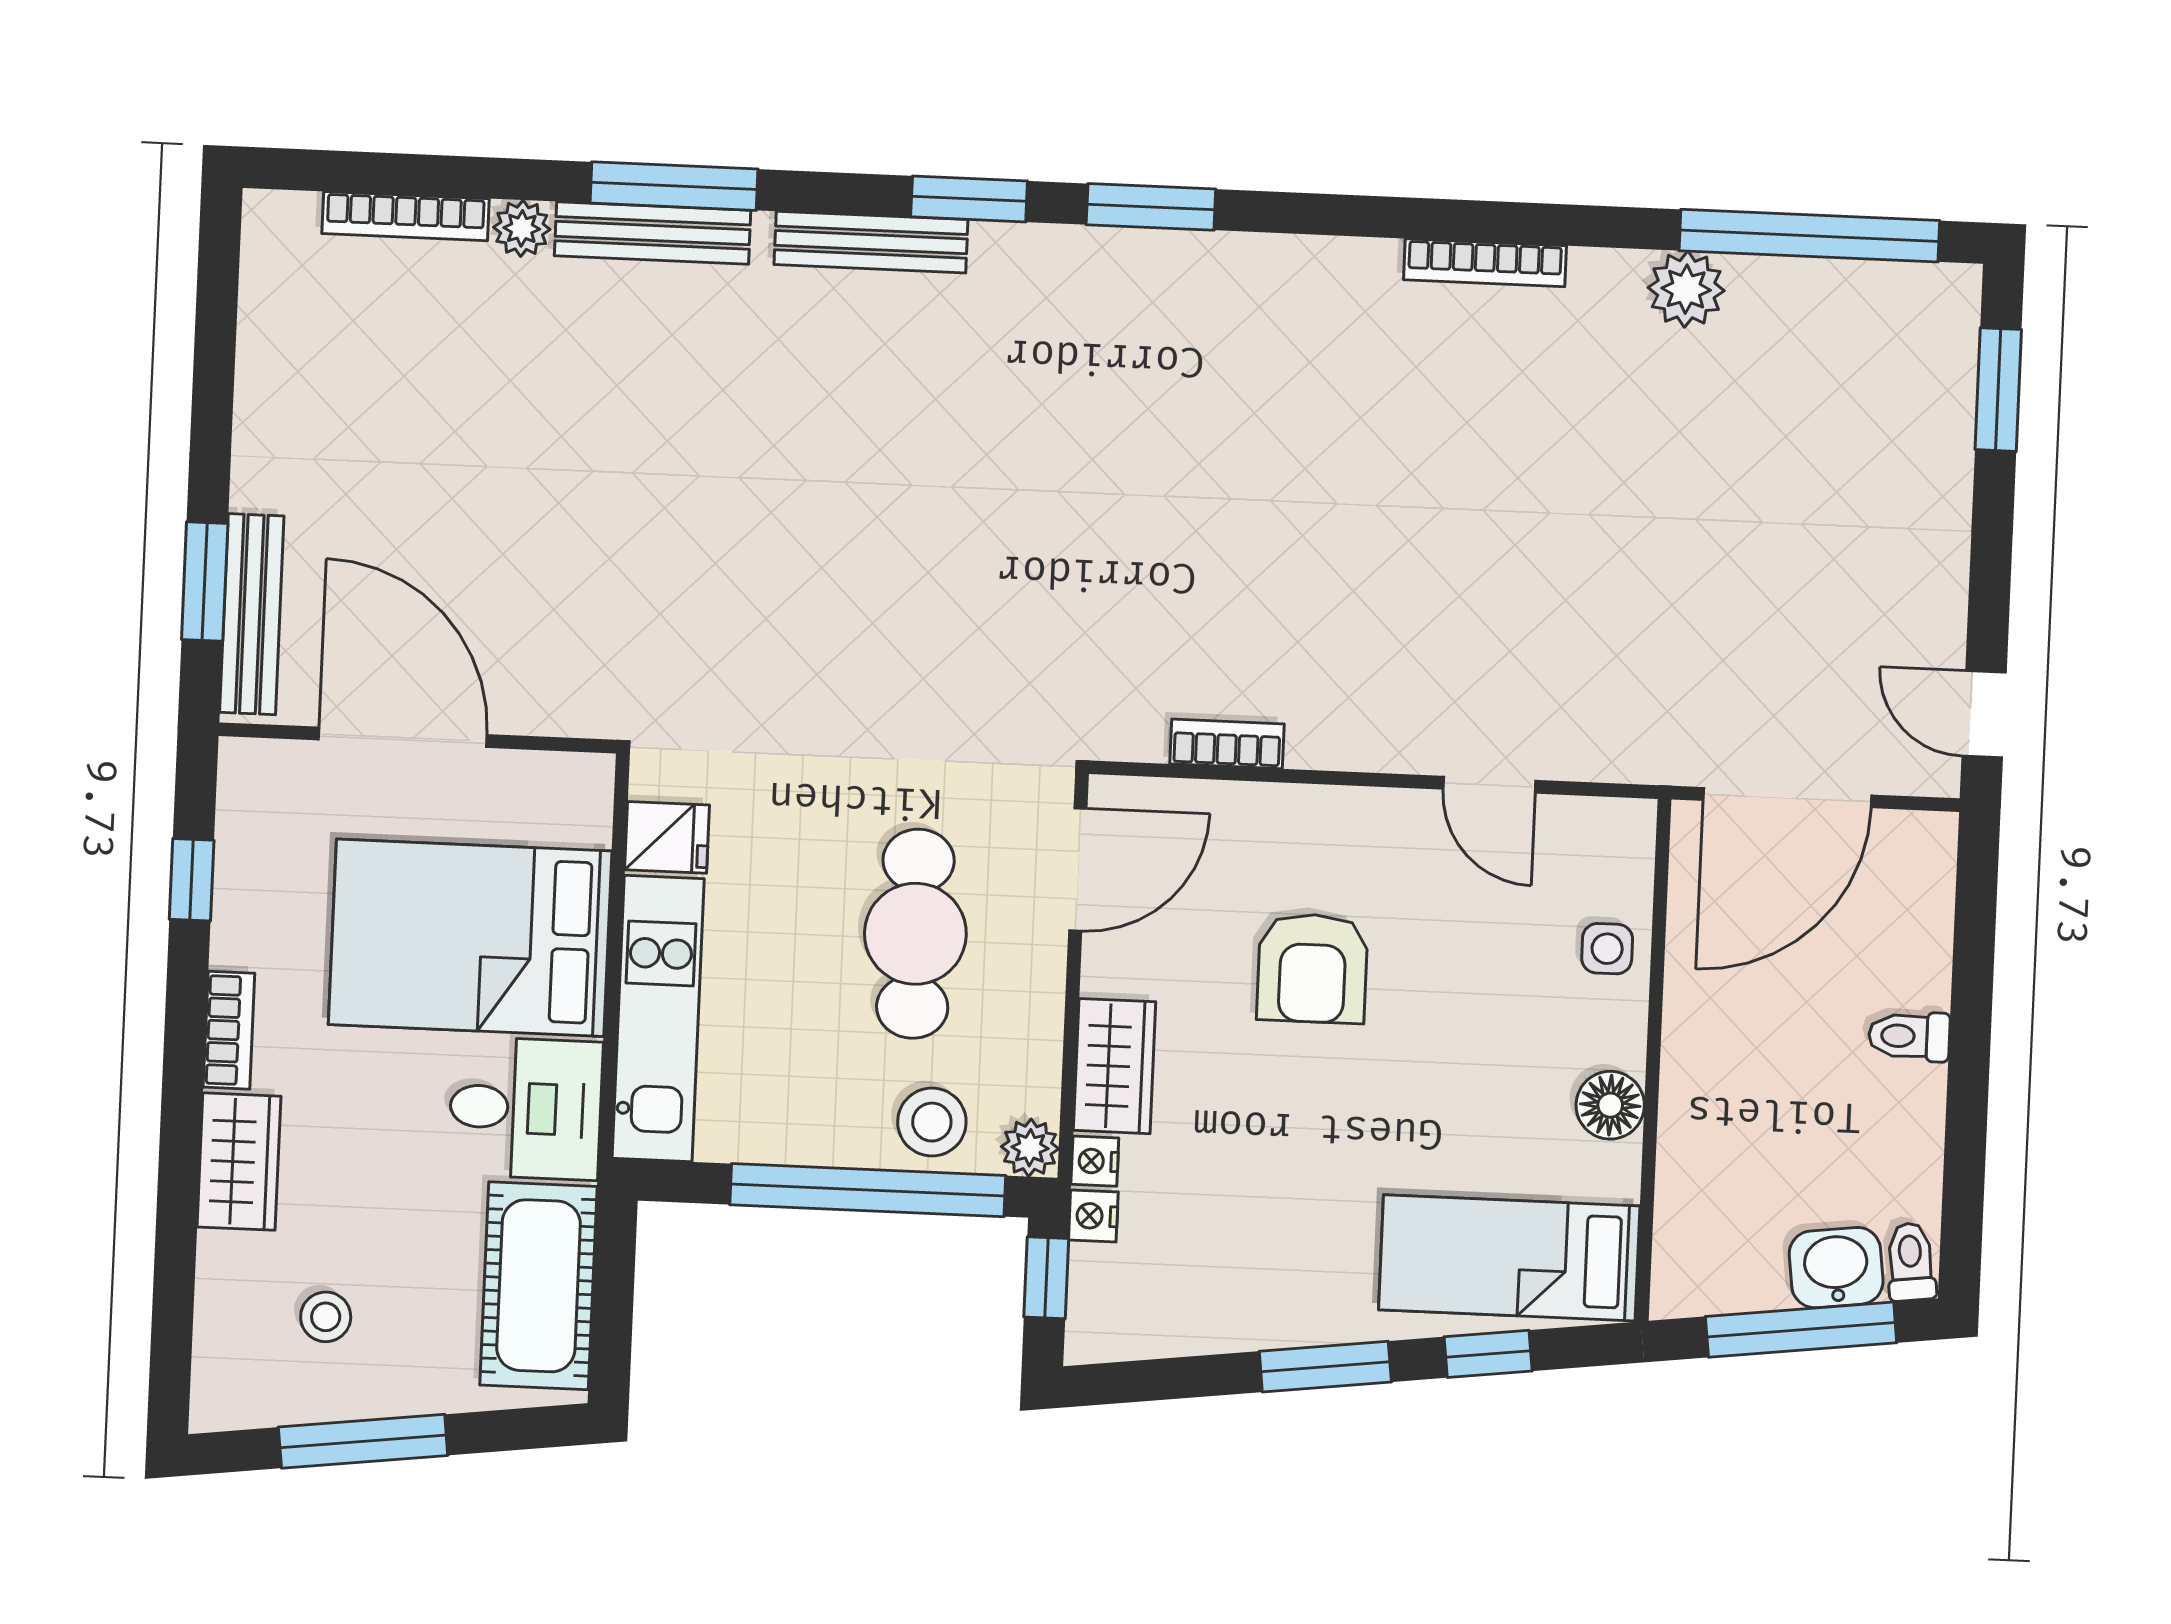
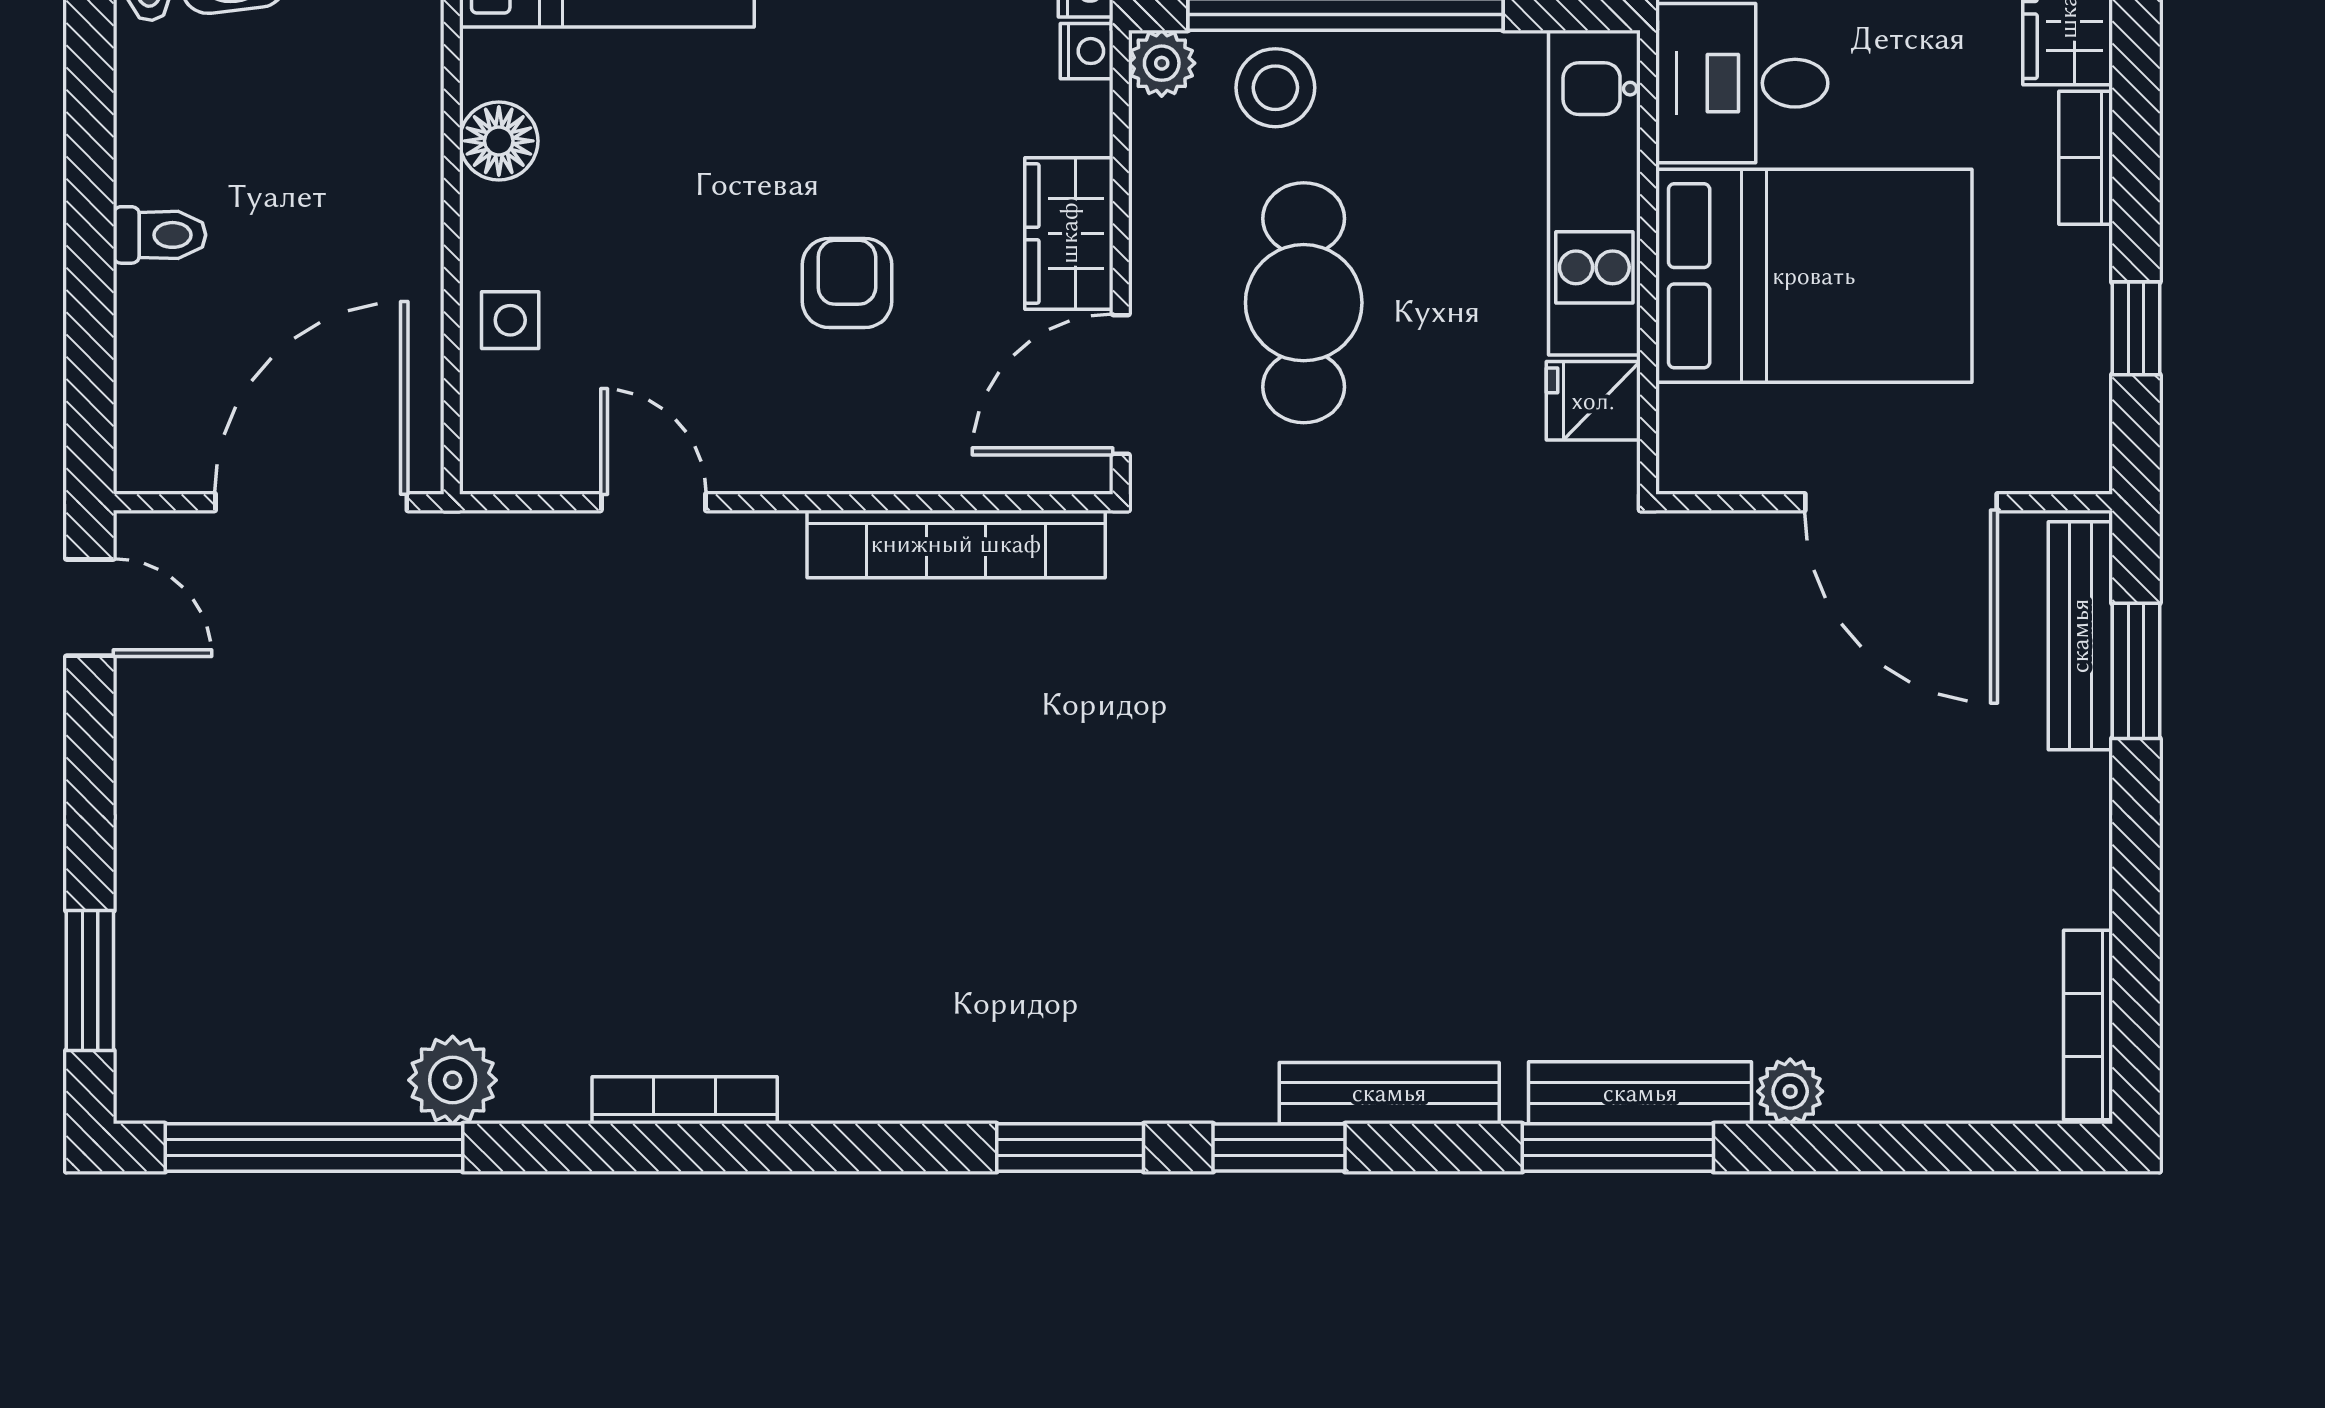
bookcase: (406, 216) -> (2088, 1025), moved, turned -90
bookcase: (1227, 744) -> (956, 544), width x2.31, depth x1.31
armchair: (1312, 968) -> (847, 283), width x0.72, depth x0.72
wardrobe: (1115, 1066) -> (1069, 233), moved

